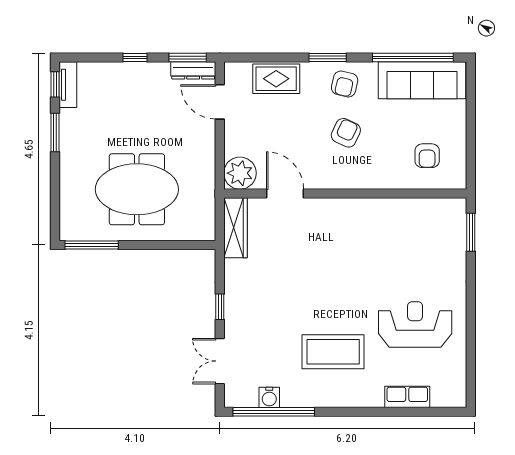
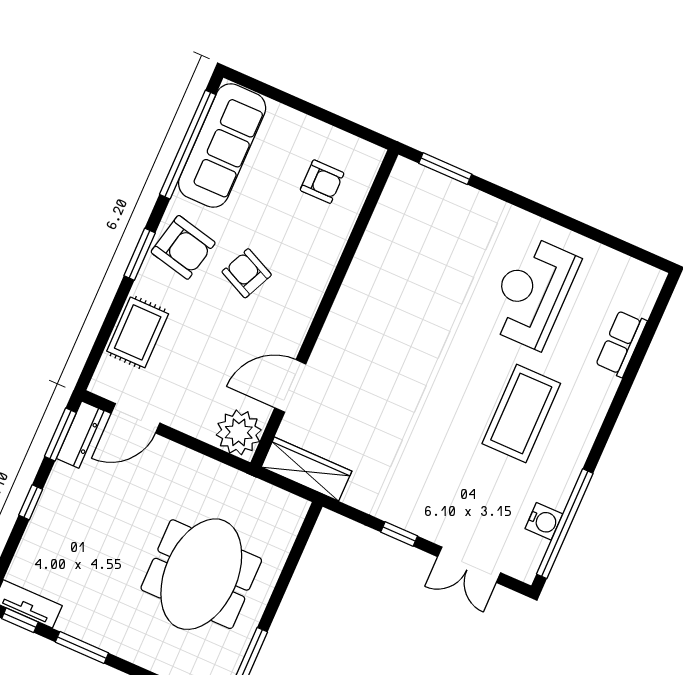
armchair: (345, 84) -> (183, 247), width x1.38, depth x1.38

